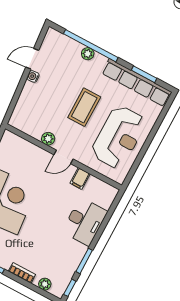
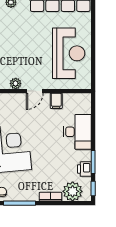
coffee table: (84, 107) -> (30, 45), removed
printer: (71, 263) -> (84, 169), added
plant: (45, 284) -> (73, 191), width x1.88, depth x1.88

